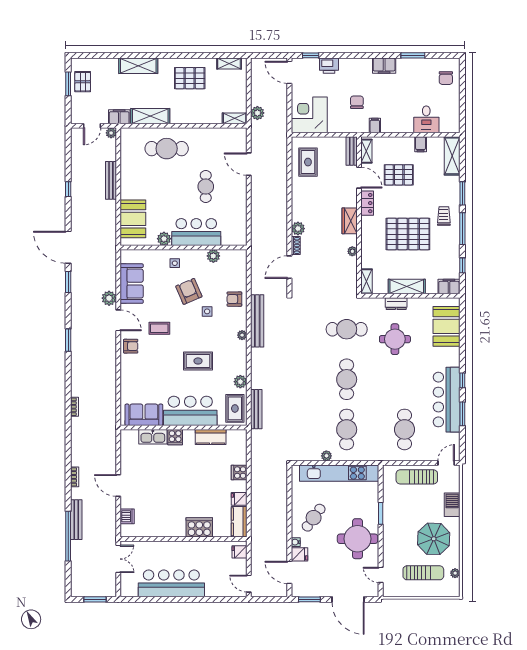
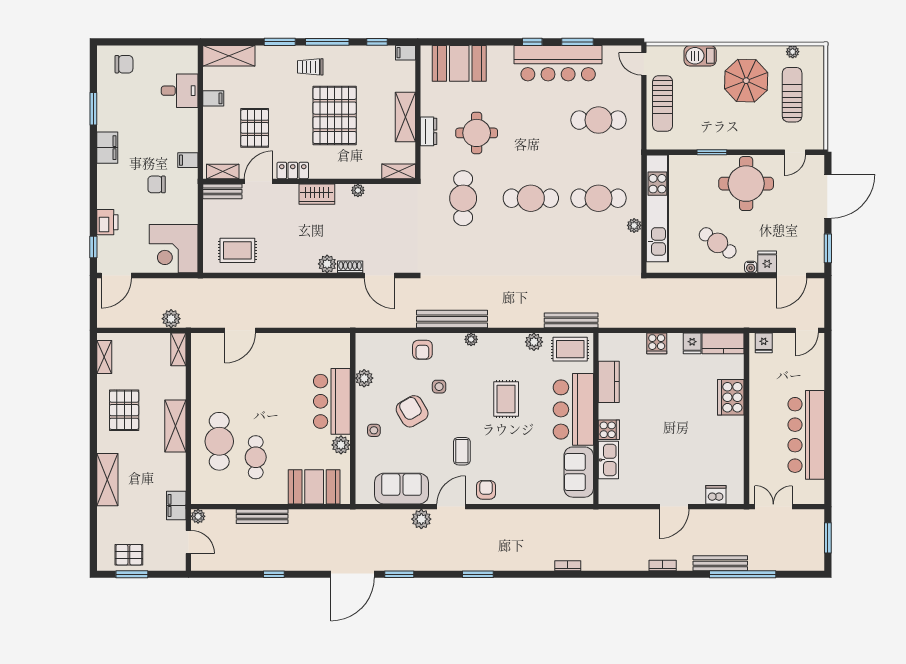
shelving: (150, 116) -> (175, 426), moved
cafe table: (206, 187) -> (256, 457), moved, turned 90
filing cabinet: (449, 286) -> (405, 53), width x0.50
armchair: (189, 291) -> (412, 411), turned 83

